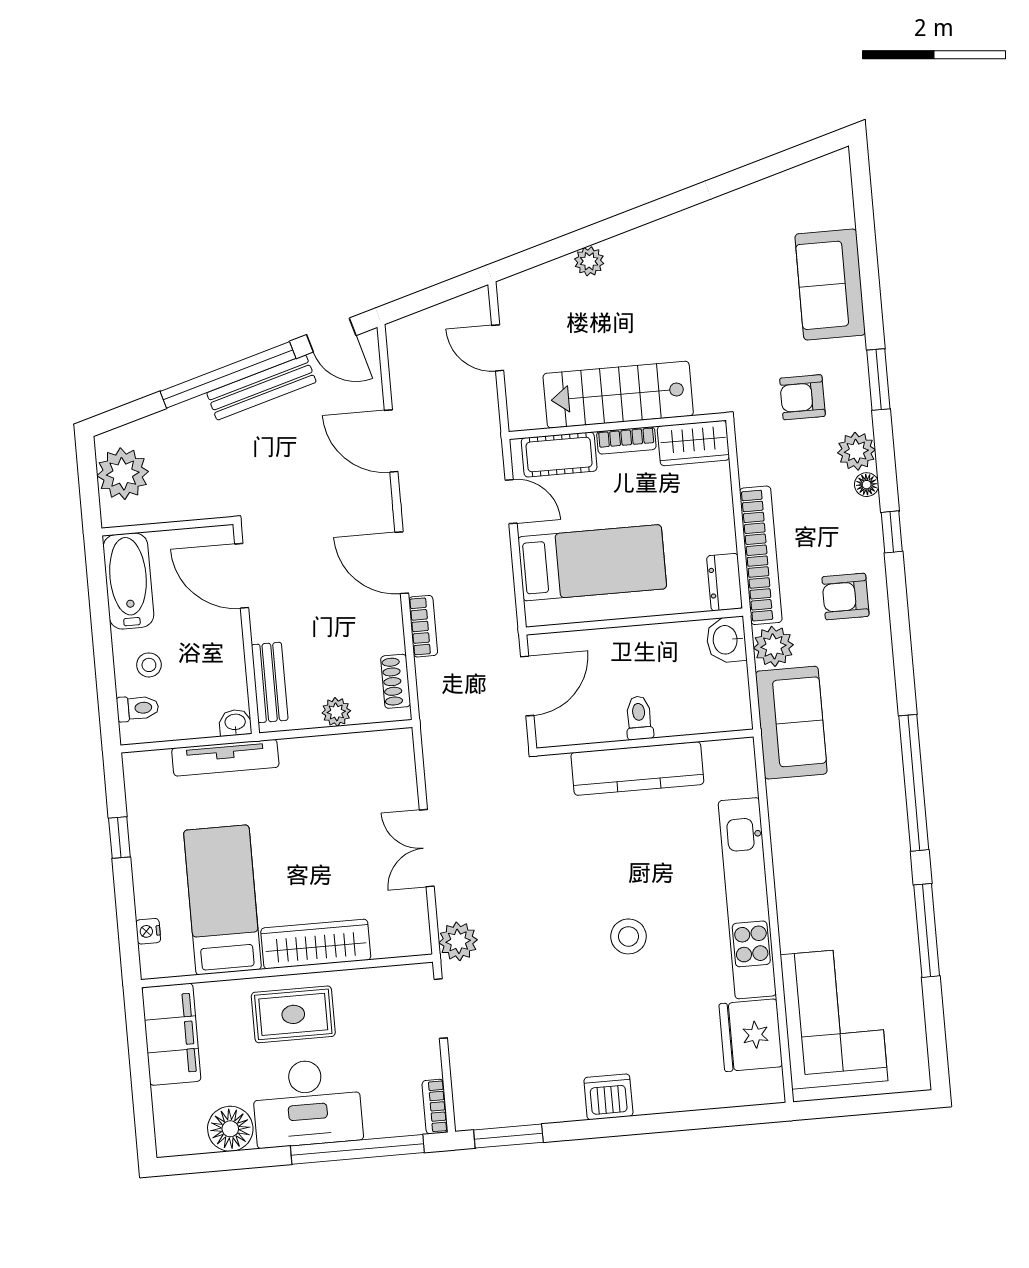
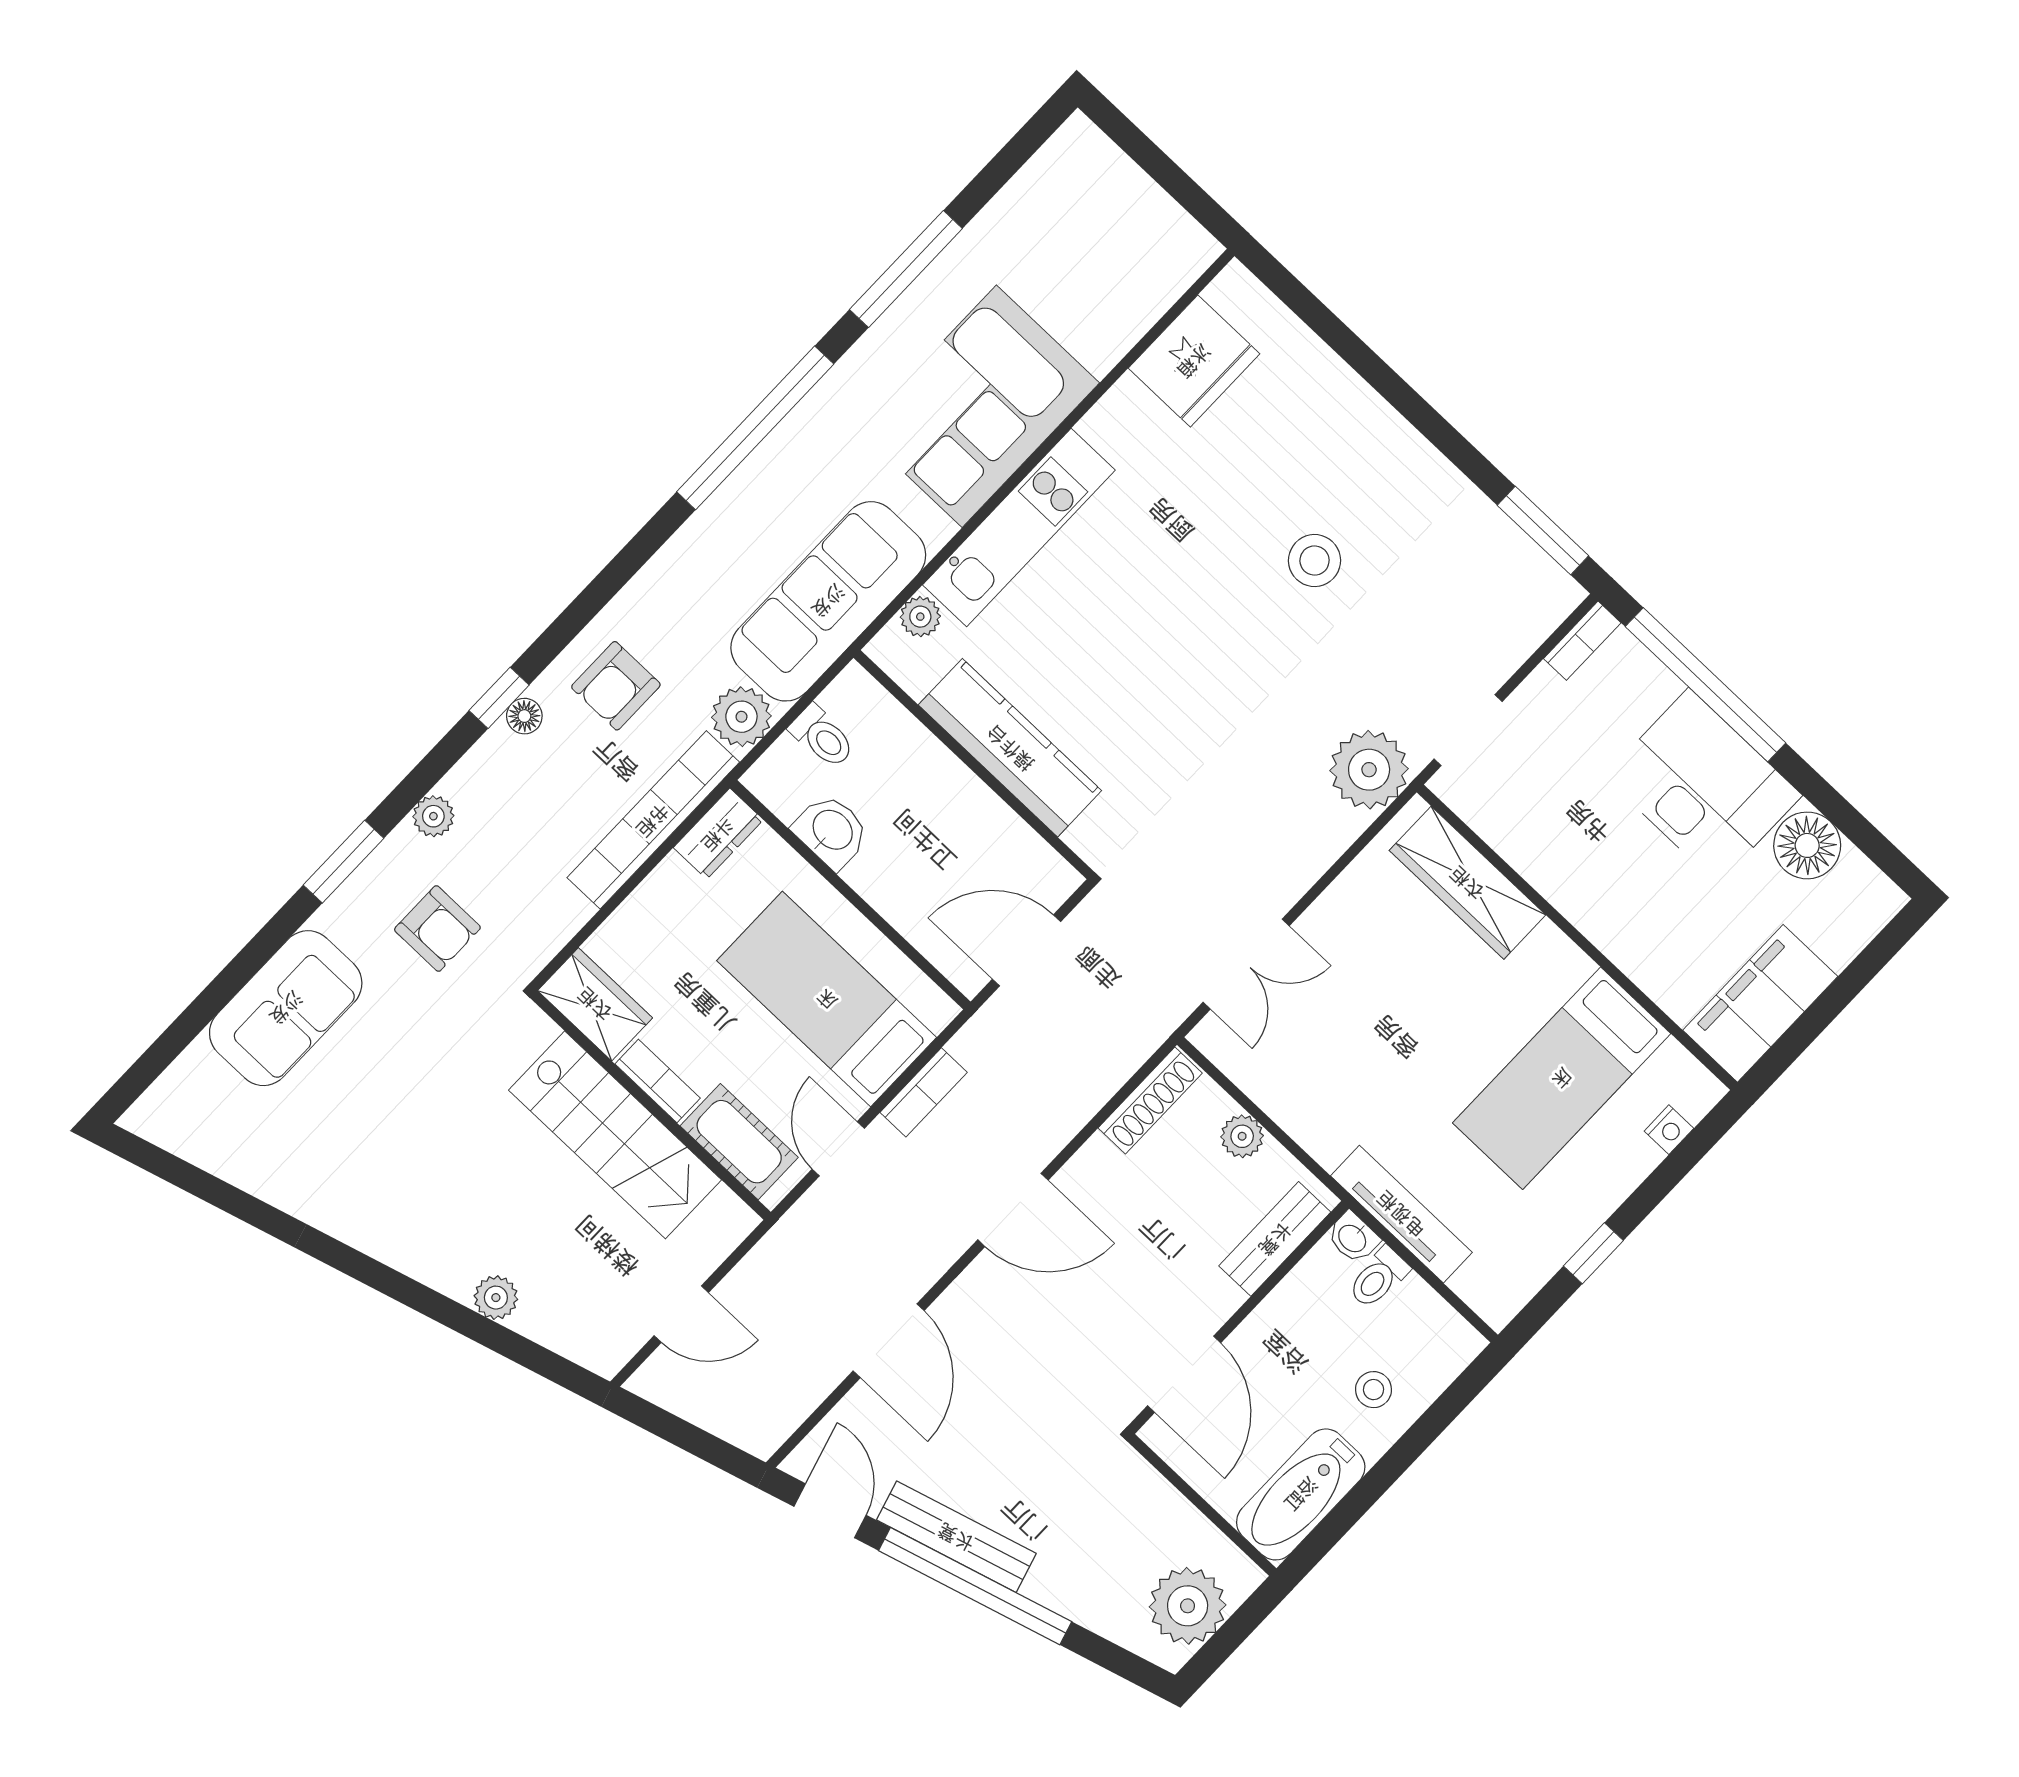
door: (498, 348) -> (681, 1314), hinge flipped
plant: (856, 451) -> (433, 816), width x0.73, depth x0.73
floor lamp: (867, 485) -> (524, 716), moved
door: (402, 563) -> (1013, 1210), hinge flipped
armchair: (845, 597) -> (616, 686), turned 90
bookcase: (423, 626) -> (924, 1092), moved, turned 180
washbasin: (726, 640) -> (832, 831), moved, turned -90
shoe rack: (396, 681) -> (1150, 1101), width x1.43
toilet: (138, 708) -> (1378, 1278), moved, turned -90
toilet: (639, 718) -> (822, 737), moved, turned -90
sofa: (791, 723) -> (828, 601), width x1.36
plant: (744, 782) -> (920, 617), added
double door: (427, 848) -> (1246, 964), moved
kitchen unit: (747, 898) -> (1019, 528), width x0.73
stool: (628, 936) -> (1315, 561), moved
plant: (458, 941) -> (1369, 770), width x1.36, depth x1.36
wardrobe: (316, 944) -> (1467, 883), moved
rug: (293, 1014) -> (1619, 888), removed
corner sofa: (834, 1018) -> (979, 406), moved
dishwasher: (608, 1097) -> (1402, 458), removed

